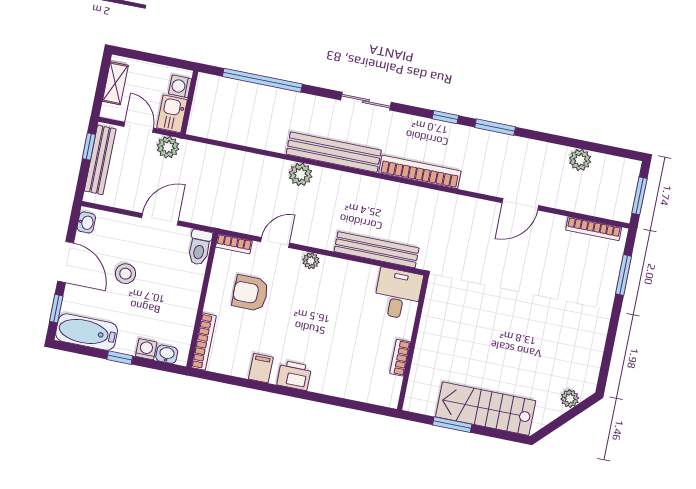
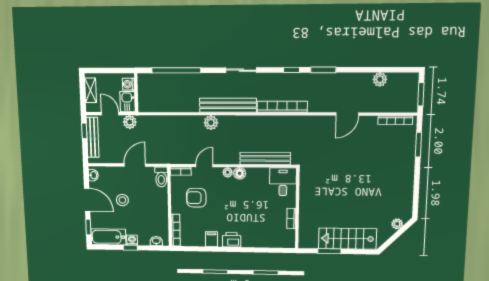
floor lamp: (330, 266) -> (240, 173), added
washing machine: (146, 349) -> (132, 240), moved

